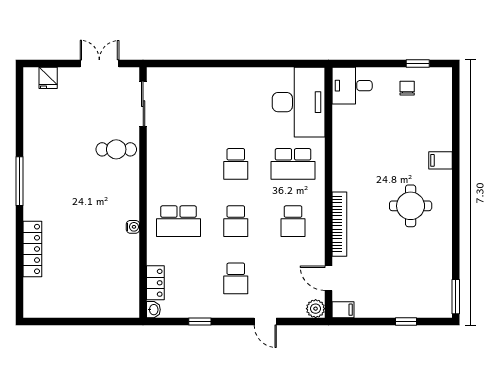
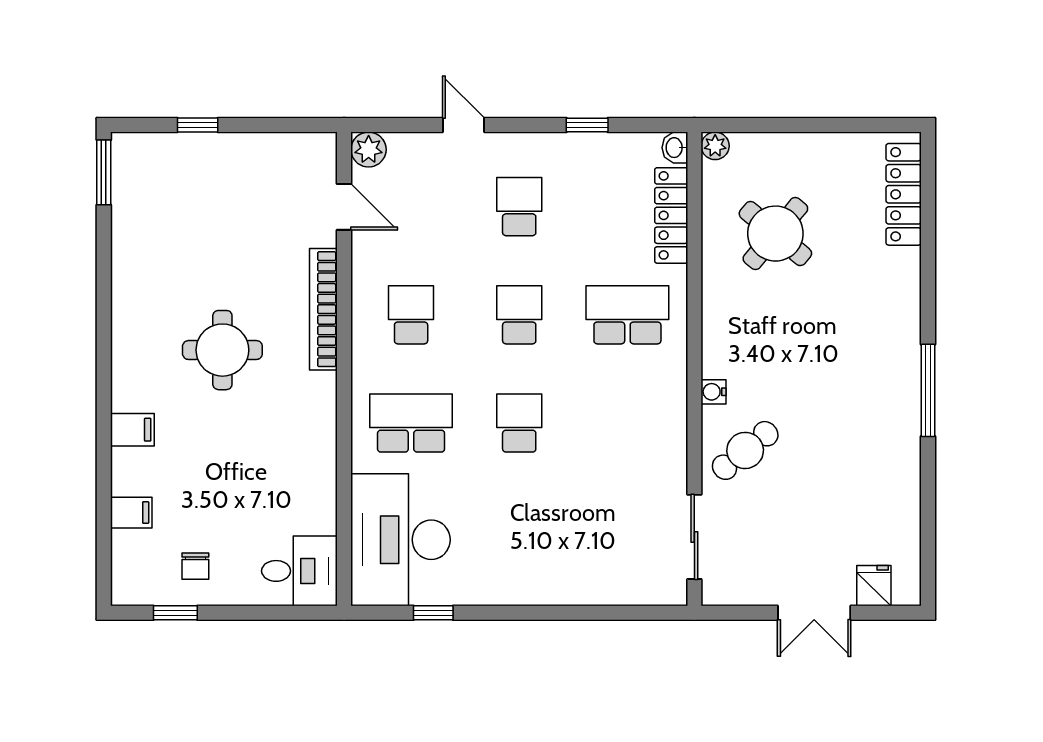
double door: (99, 63) -> (814, 613), moved
window: (281, 63) -> (433, 613), added
cafe table: (116, 149) -> (745, 450), turned -39
round table: (411, 206) -> (222, 350), moved
water cooler: (133, 227) -> (714, 392), moved
locker: (32, 249) -> (904, 194), moved
round table: (100, 264) -> (775, 234), added
locker: (155, 283) -> (671, 215), width x1.53
filing cabinet: (343, 310) -> (131, 513), moved, turned 180
plant: (132, 311) -> (715, 146), added

